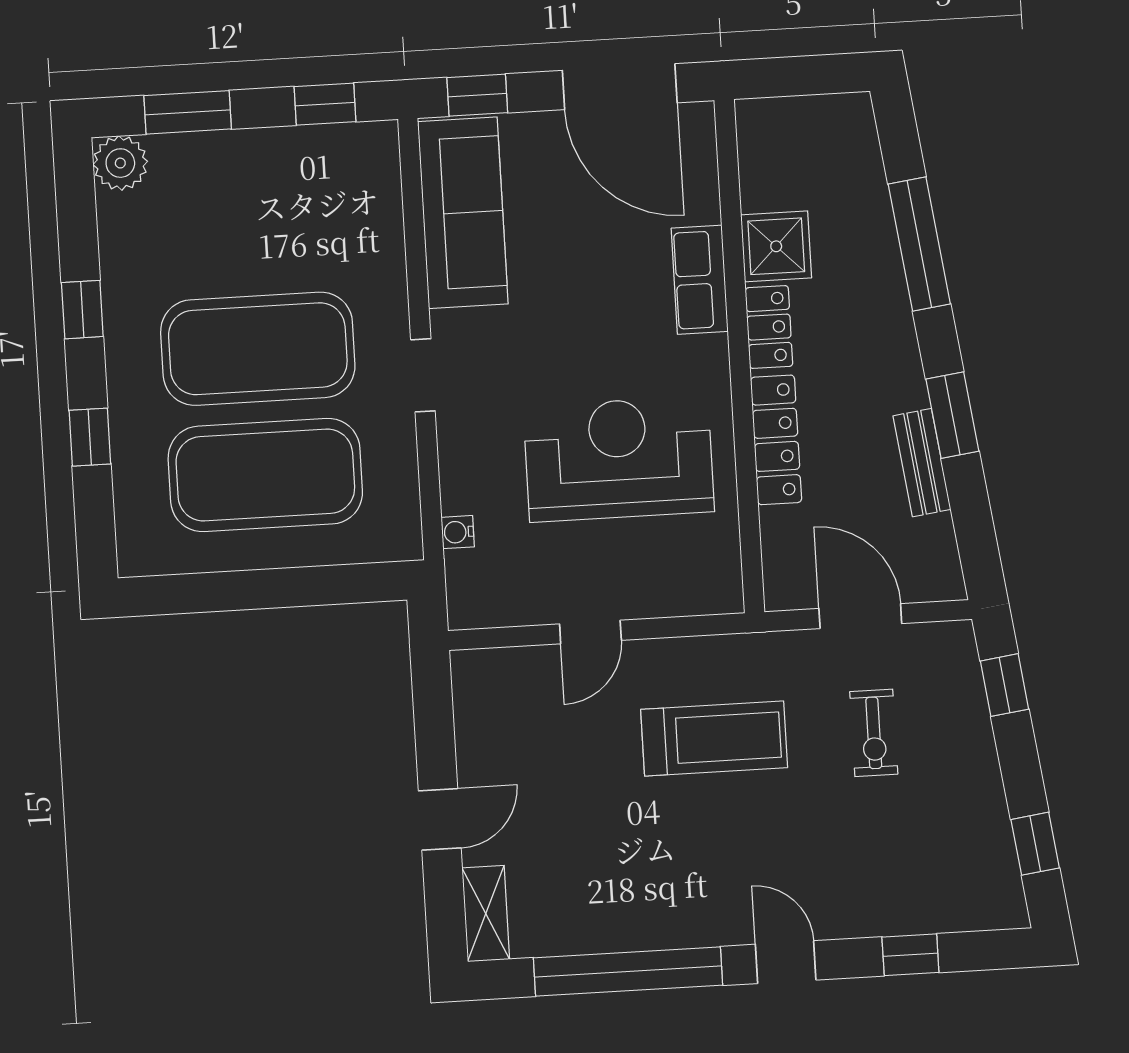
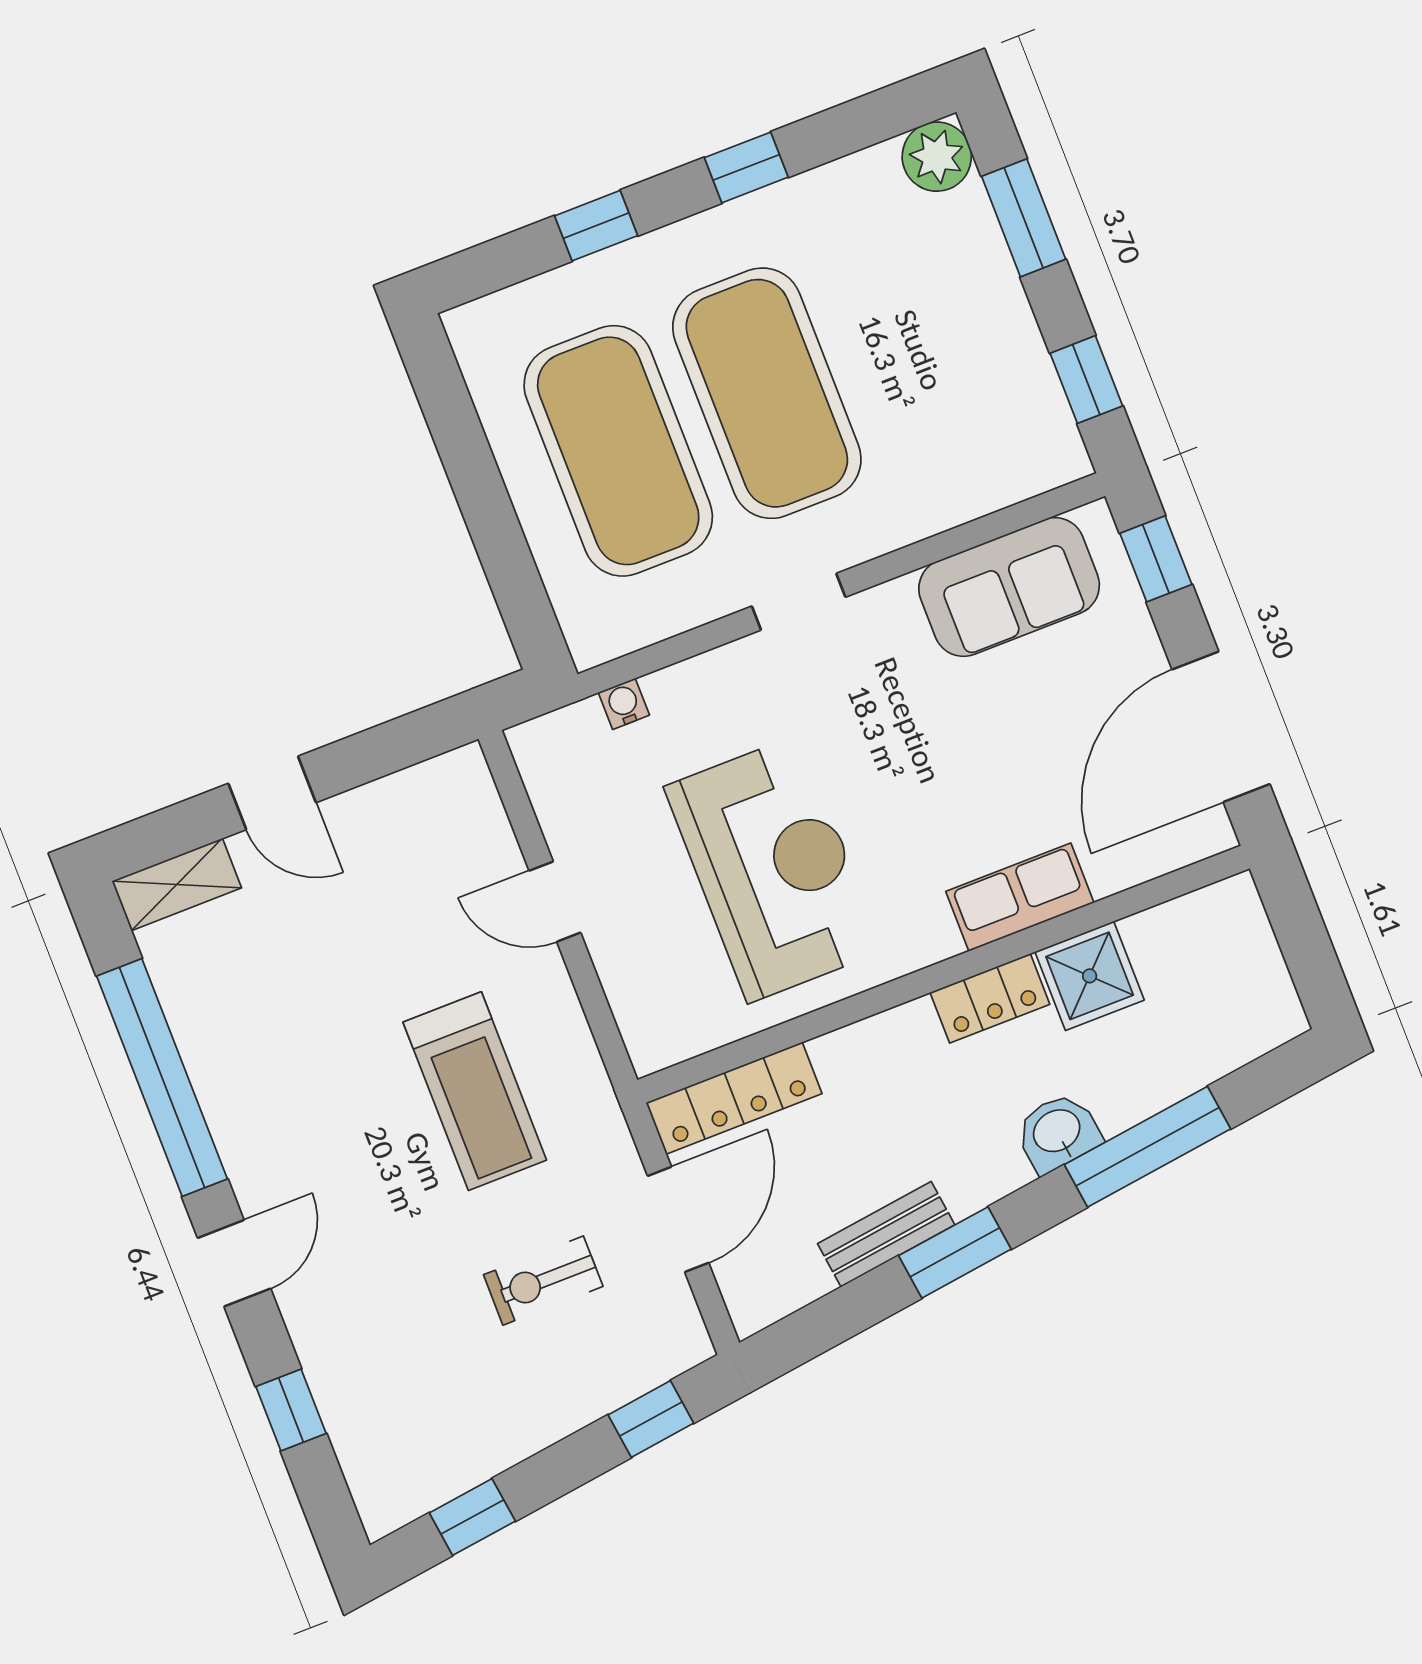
sofa: (463, 213) -> (1009, 587), width x0.73
washbasin: (887, 308) -> (1058, 1132), added
locker: (776, 440) -> (734, 1098), moved

